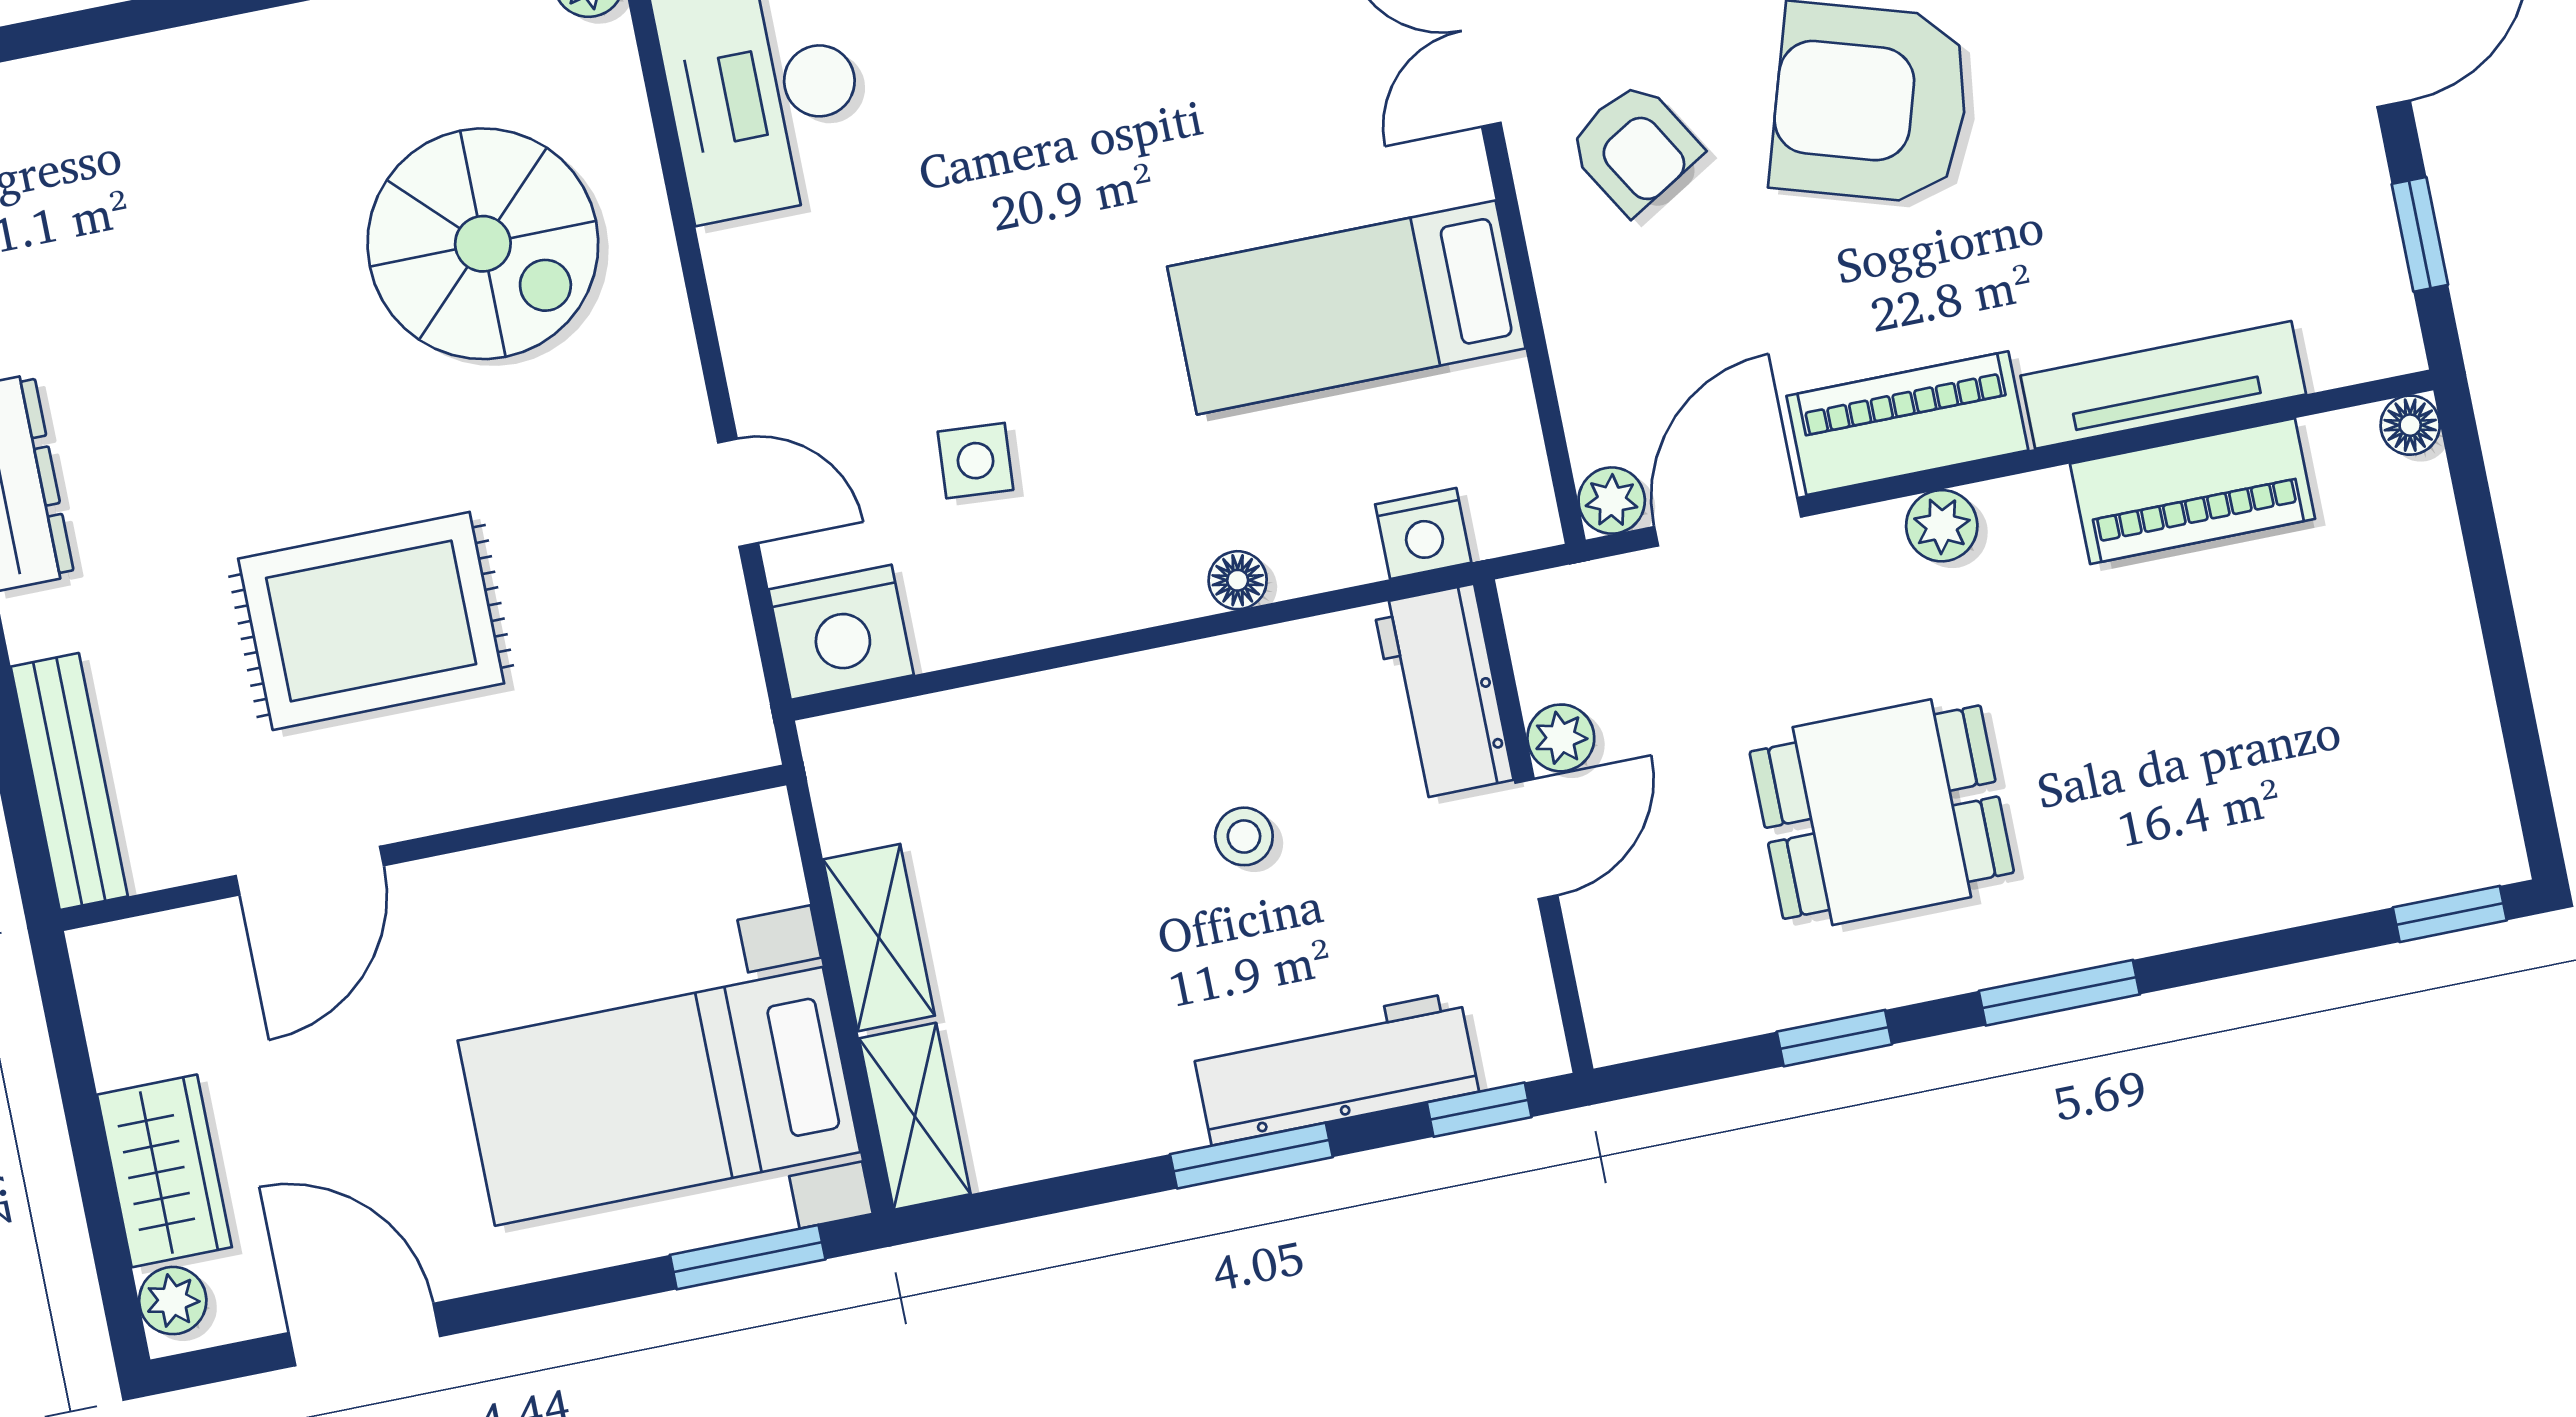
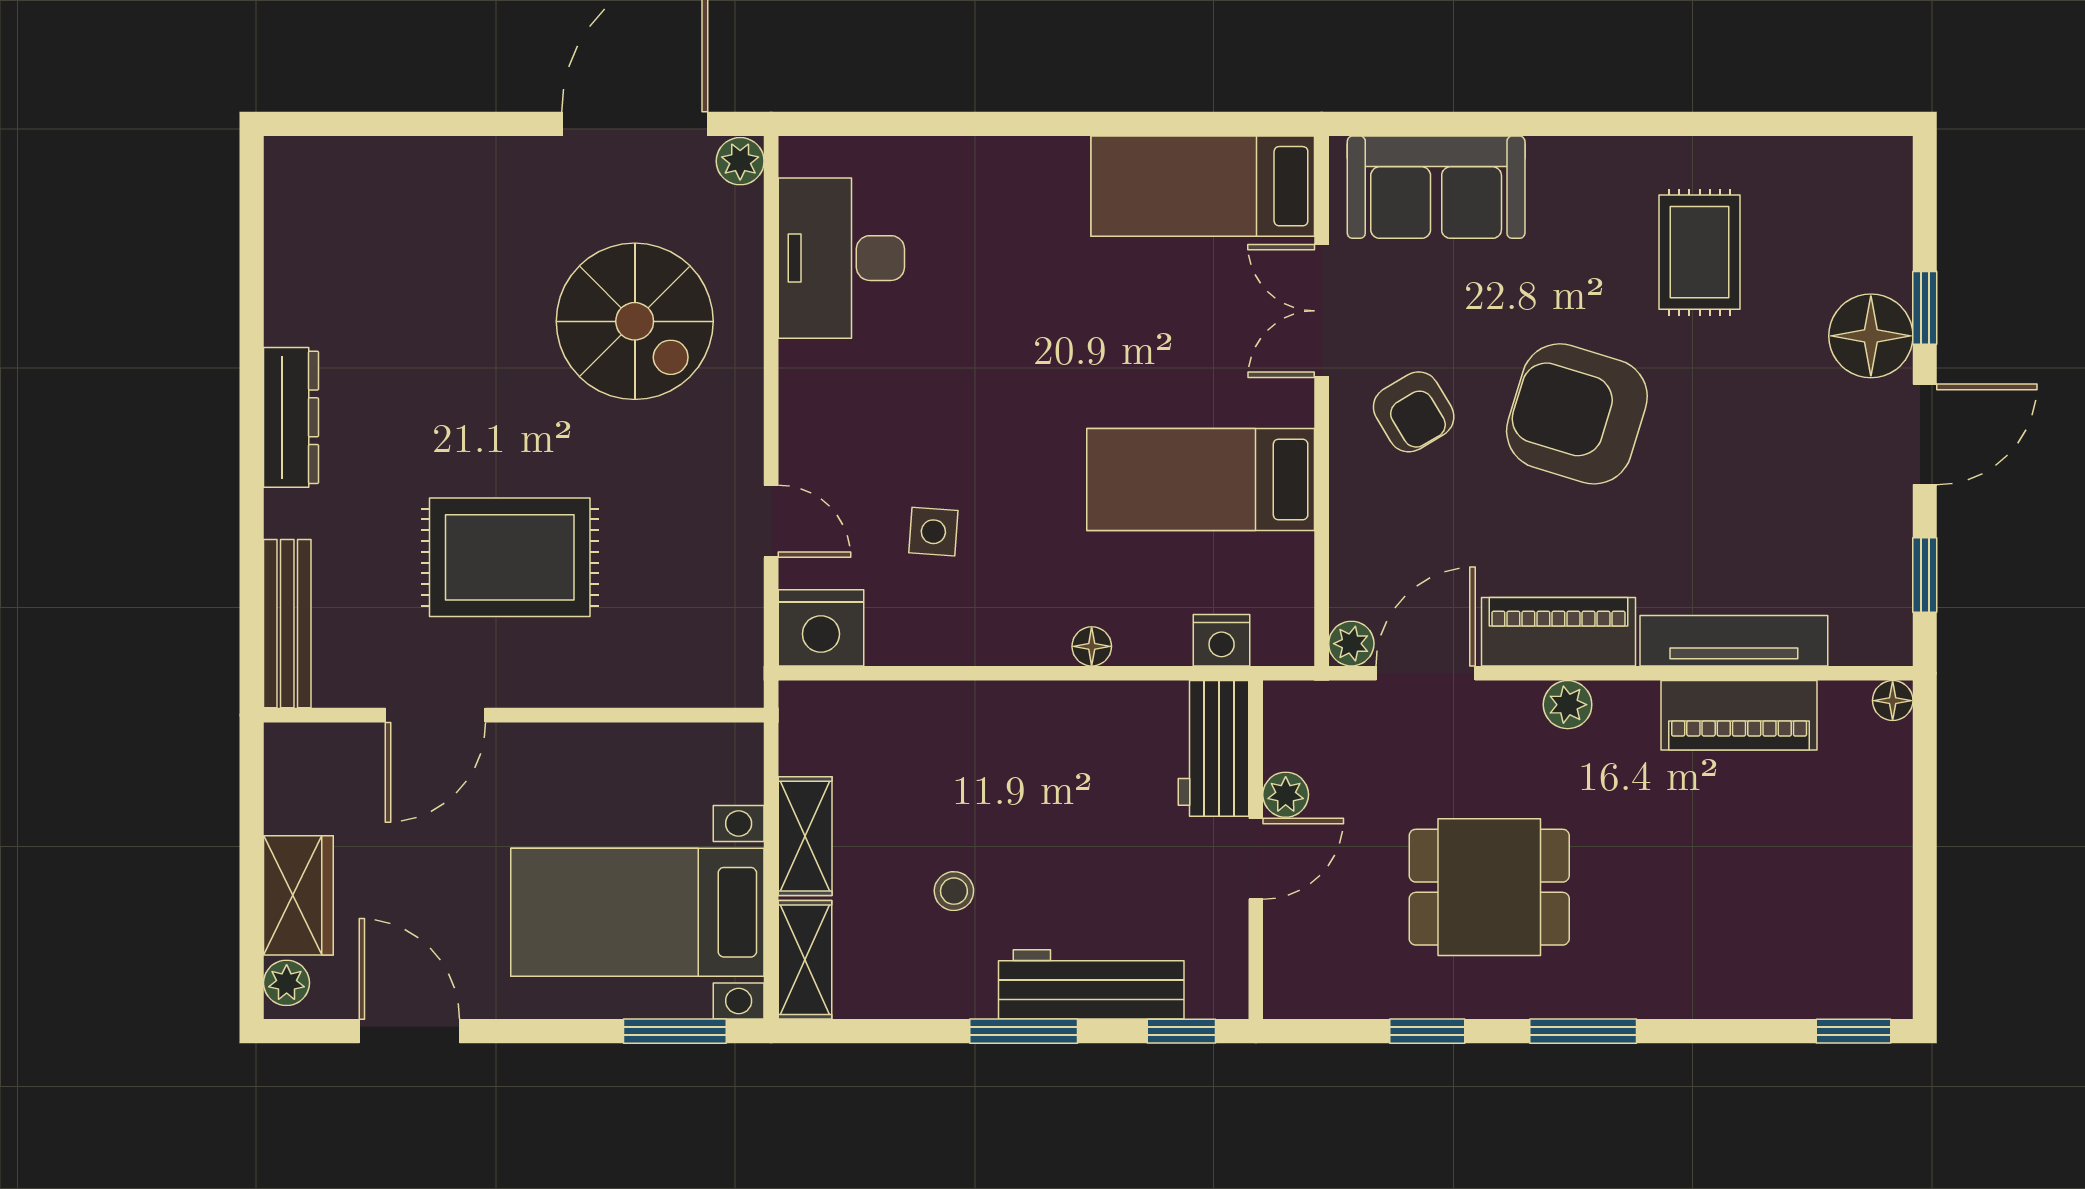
stool: (1244, 836) -> (954, 891), moved

